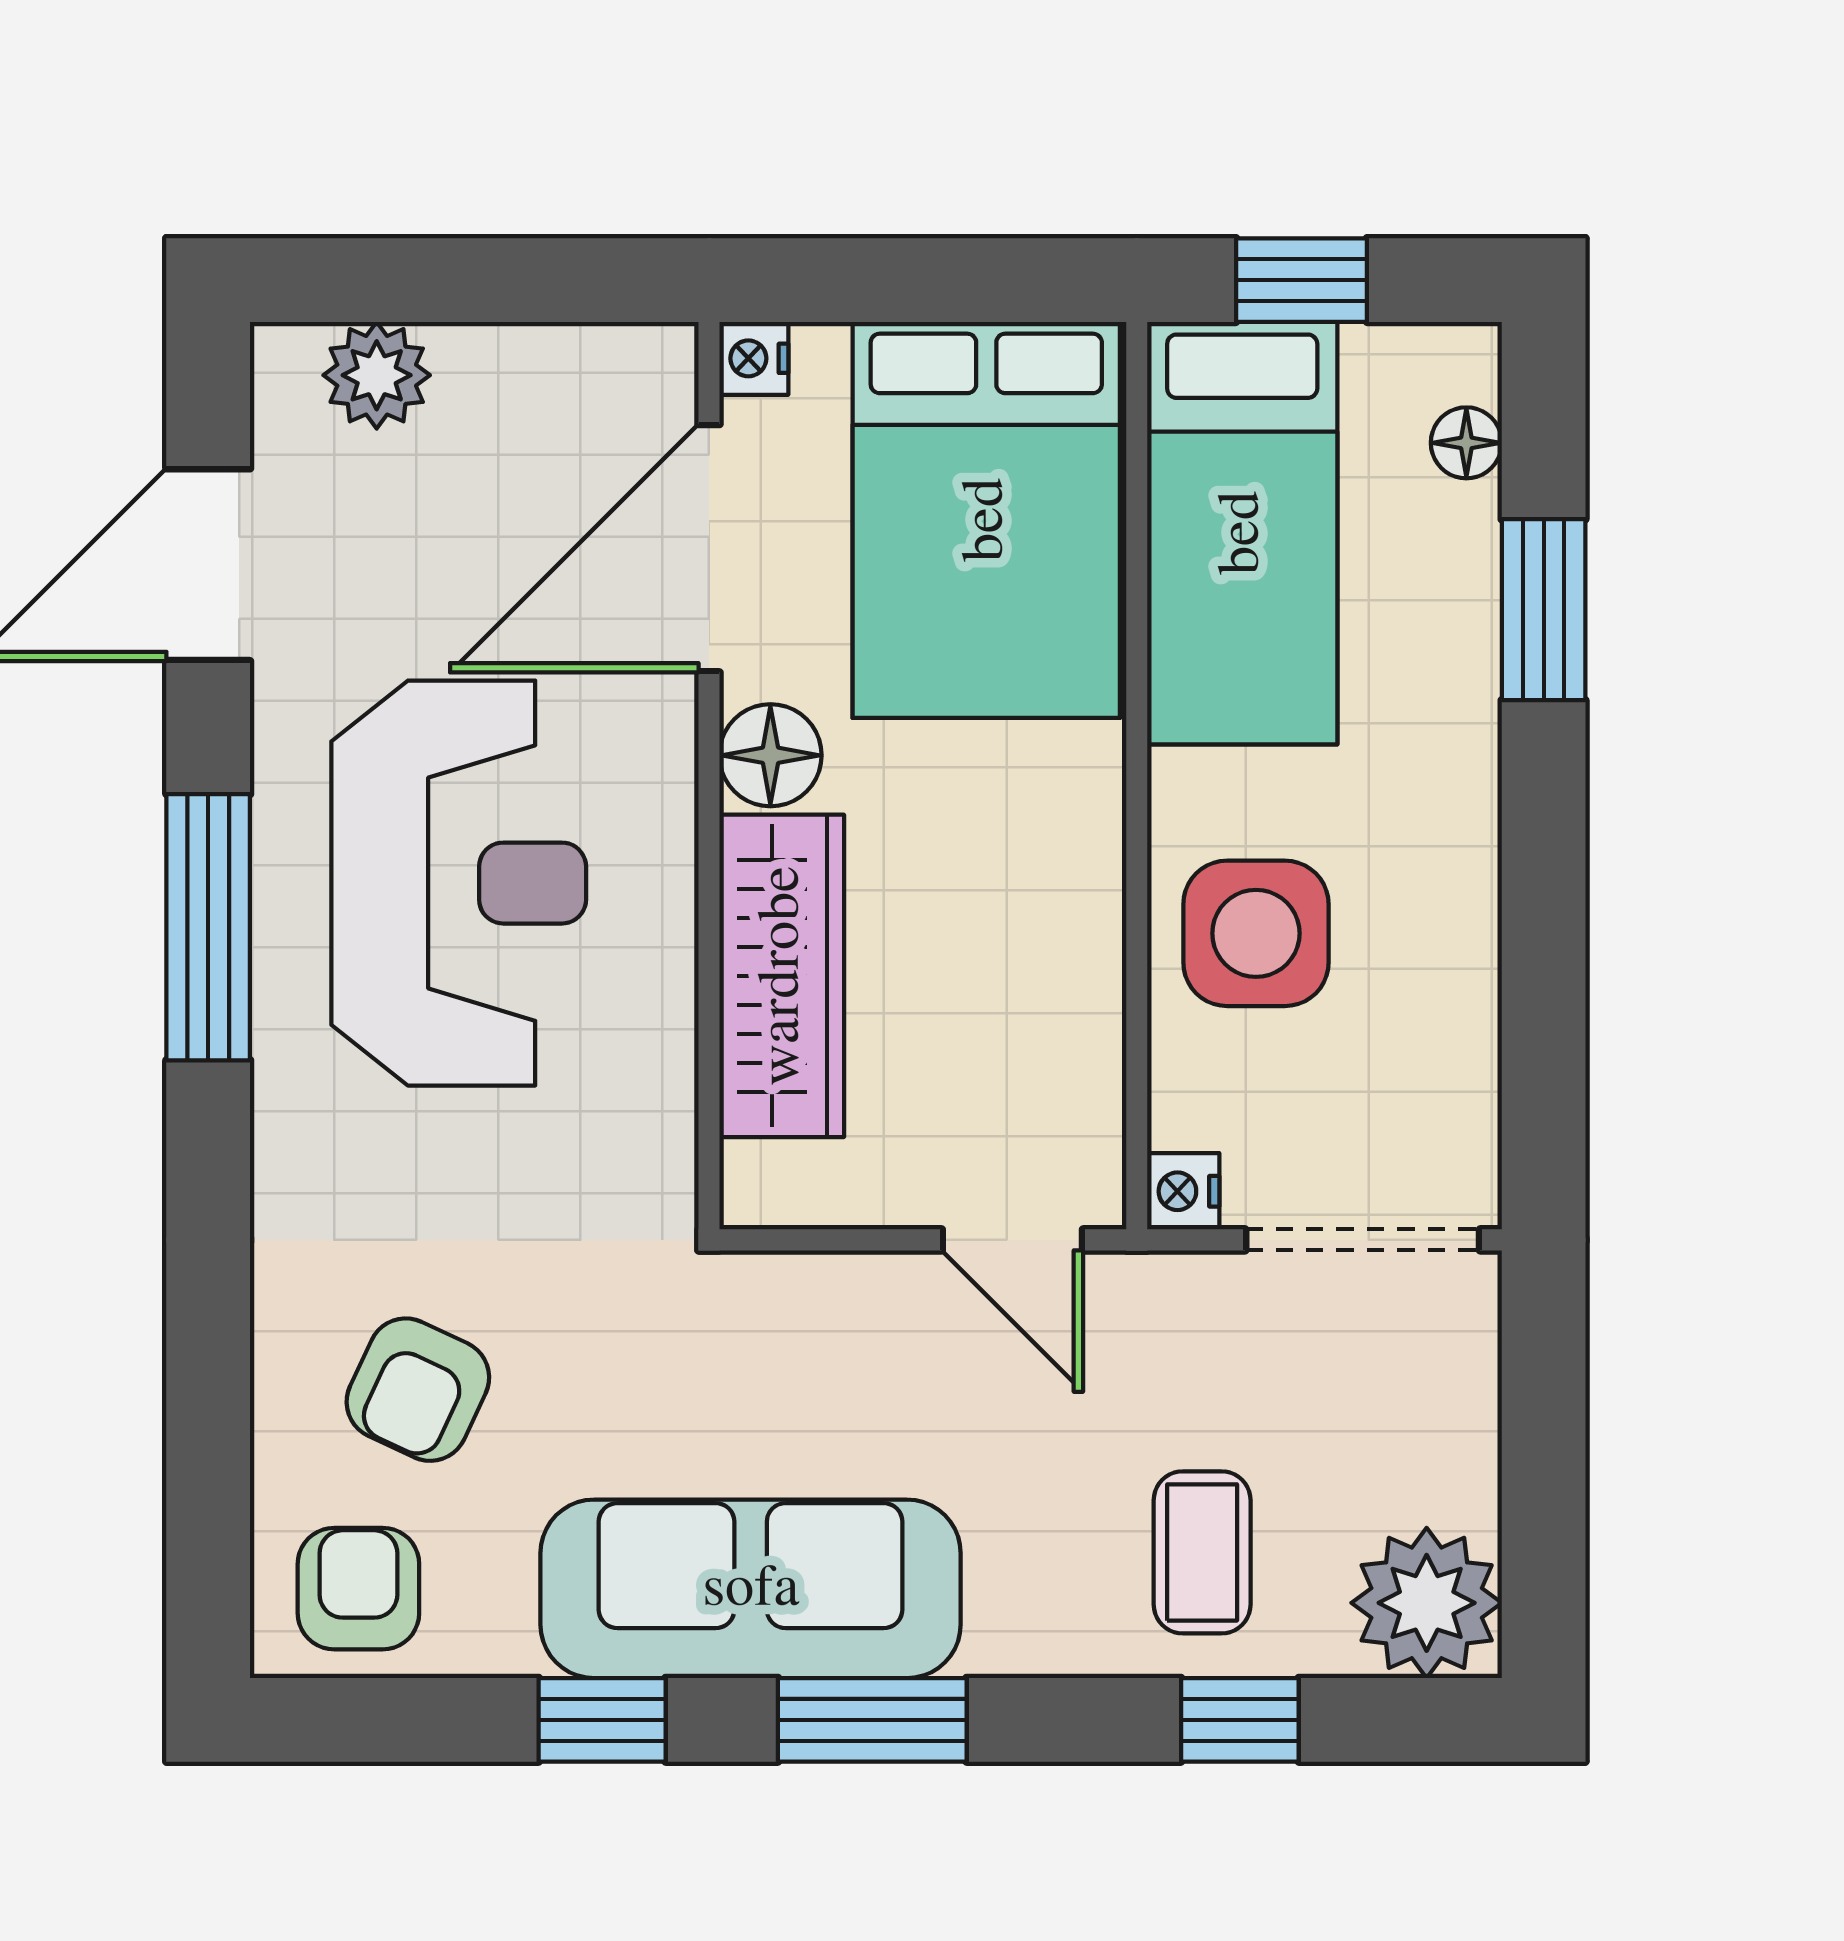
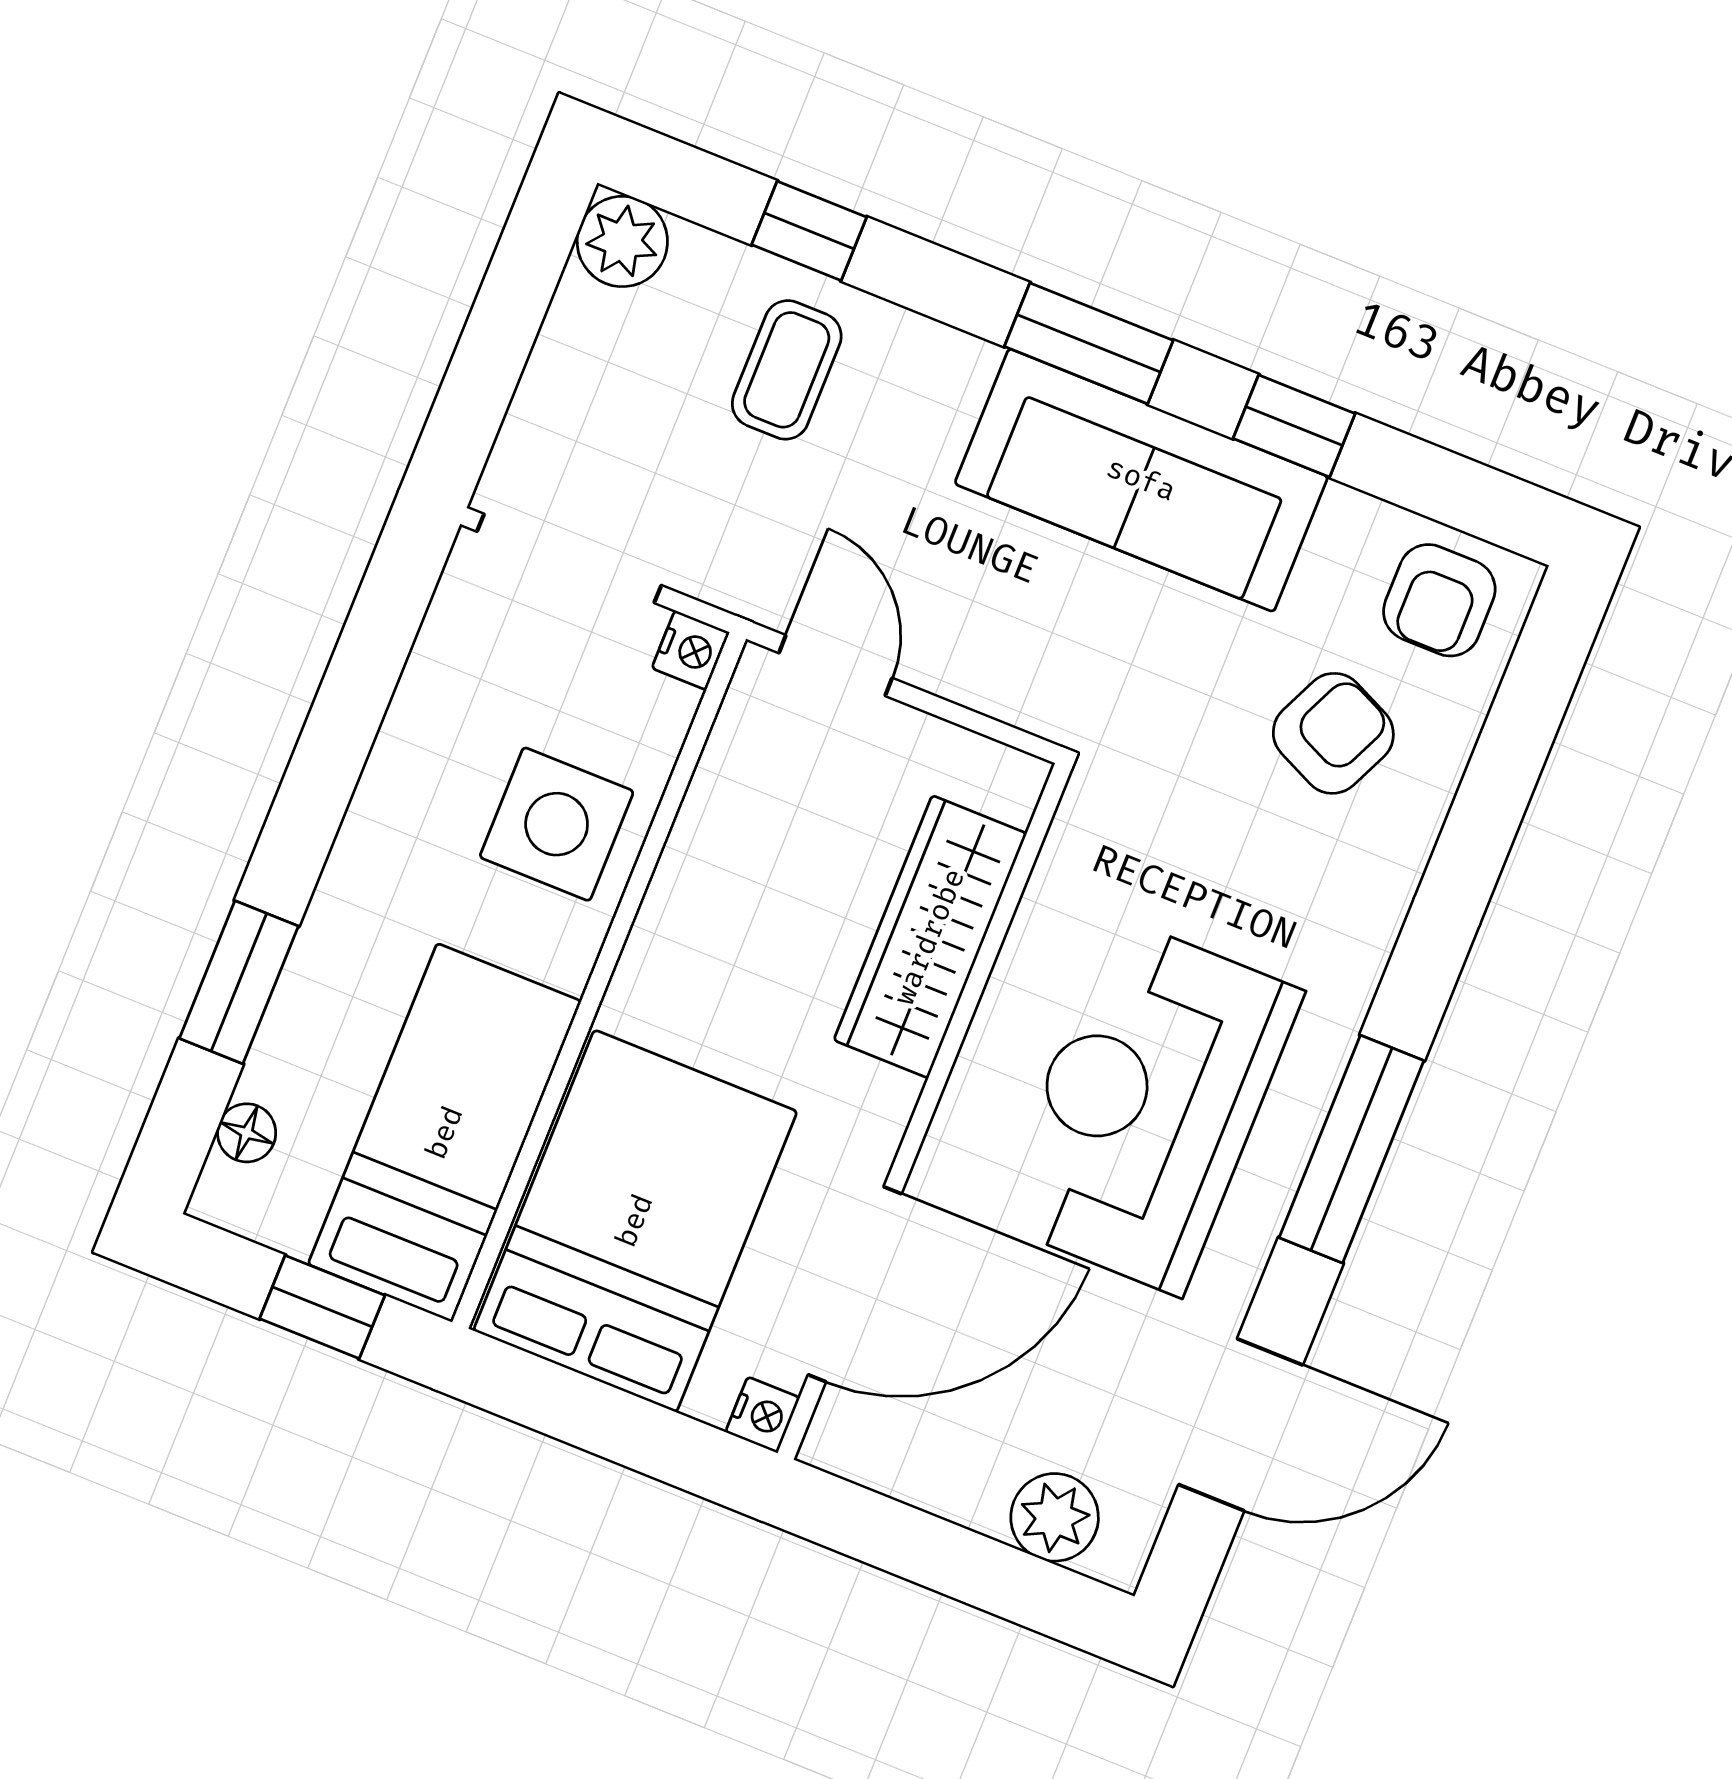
floor lamp: (770, 755) -> (871, 1108), removed
plant: (1427, 1603) -> (622, 241), width x0.73, depth x0.73

